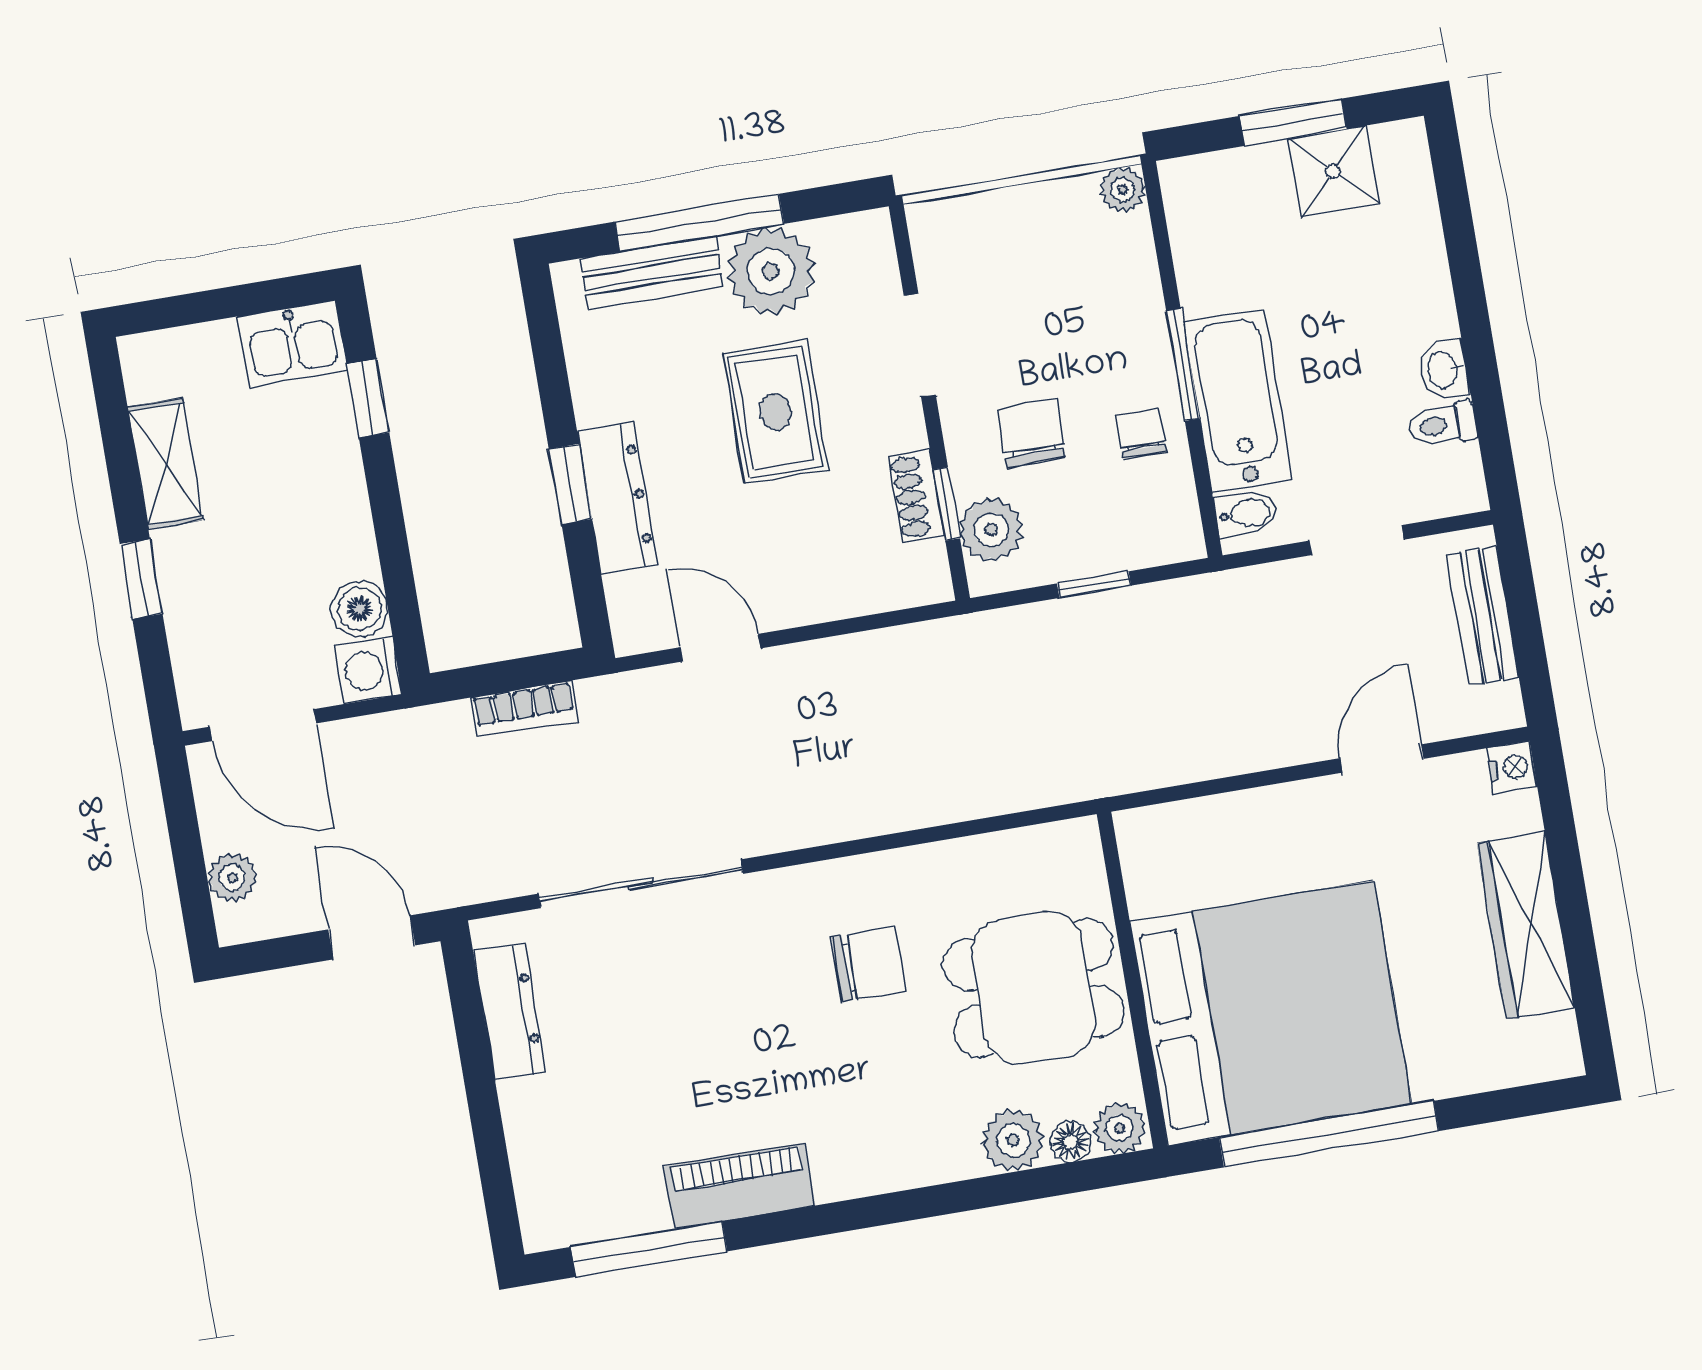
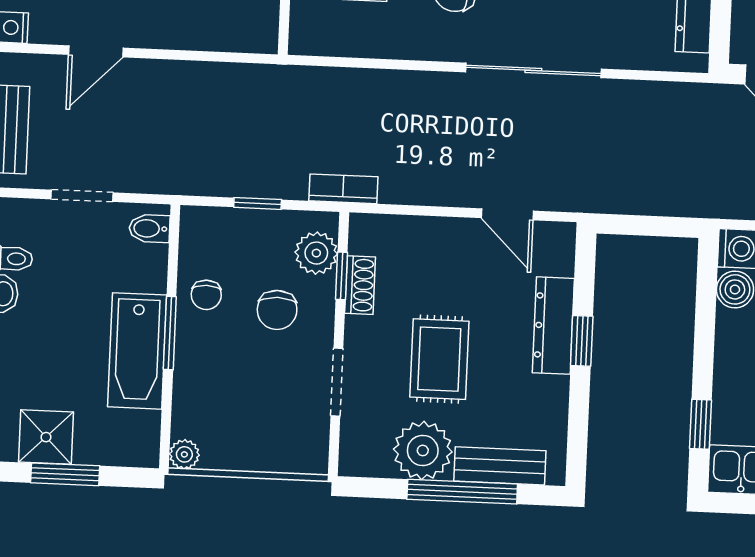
bathtub: (1238, 401) -> (137, 351), moved
bookcase: (524, 709) -> (343, 189), moved
sliding door: (641, 884) -> (533, 70), moved

